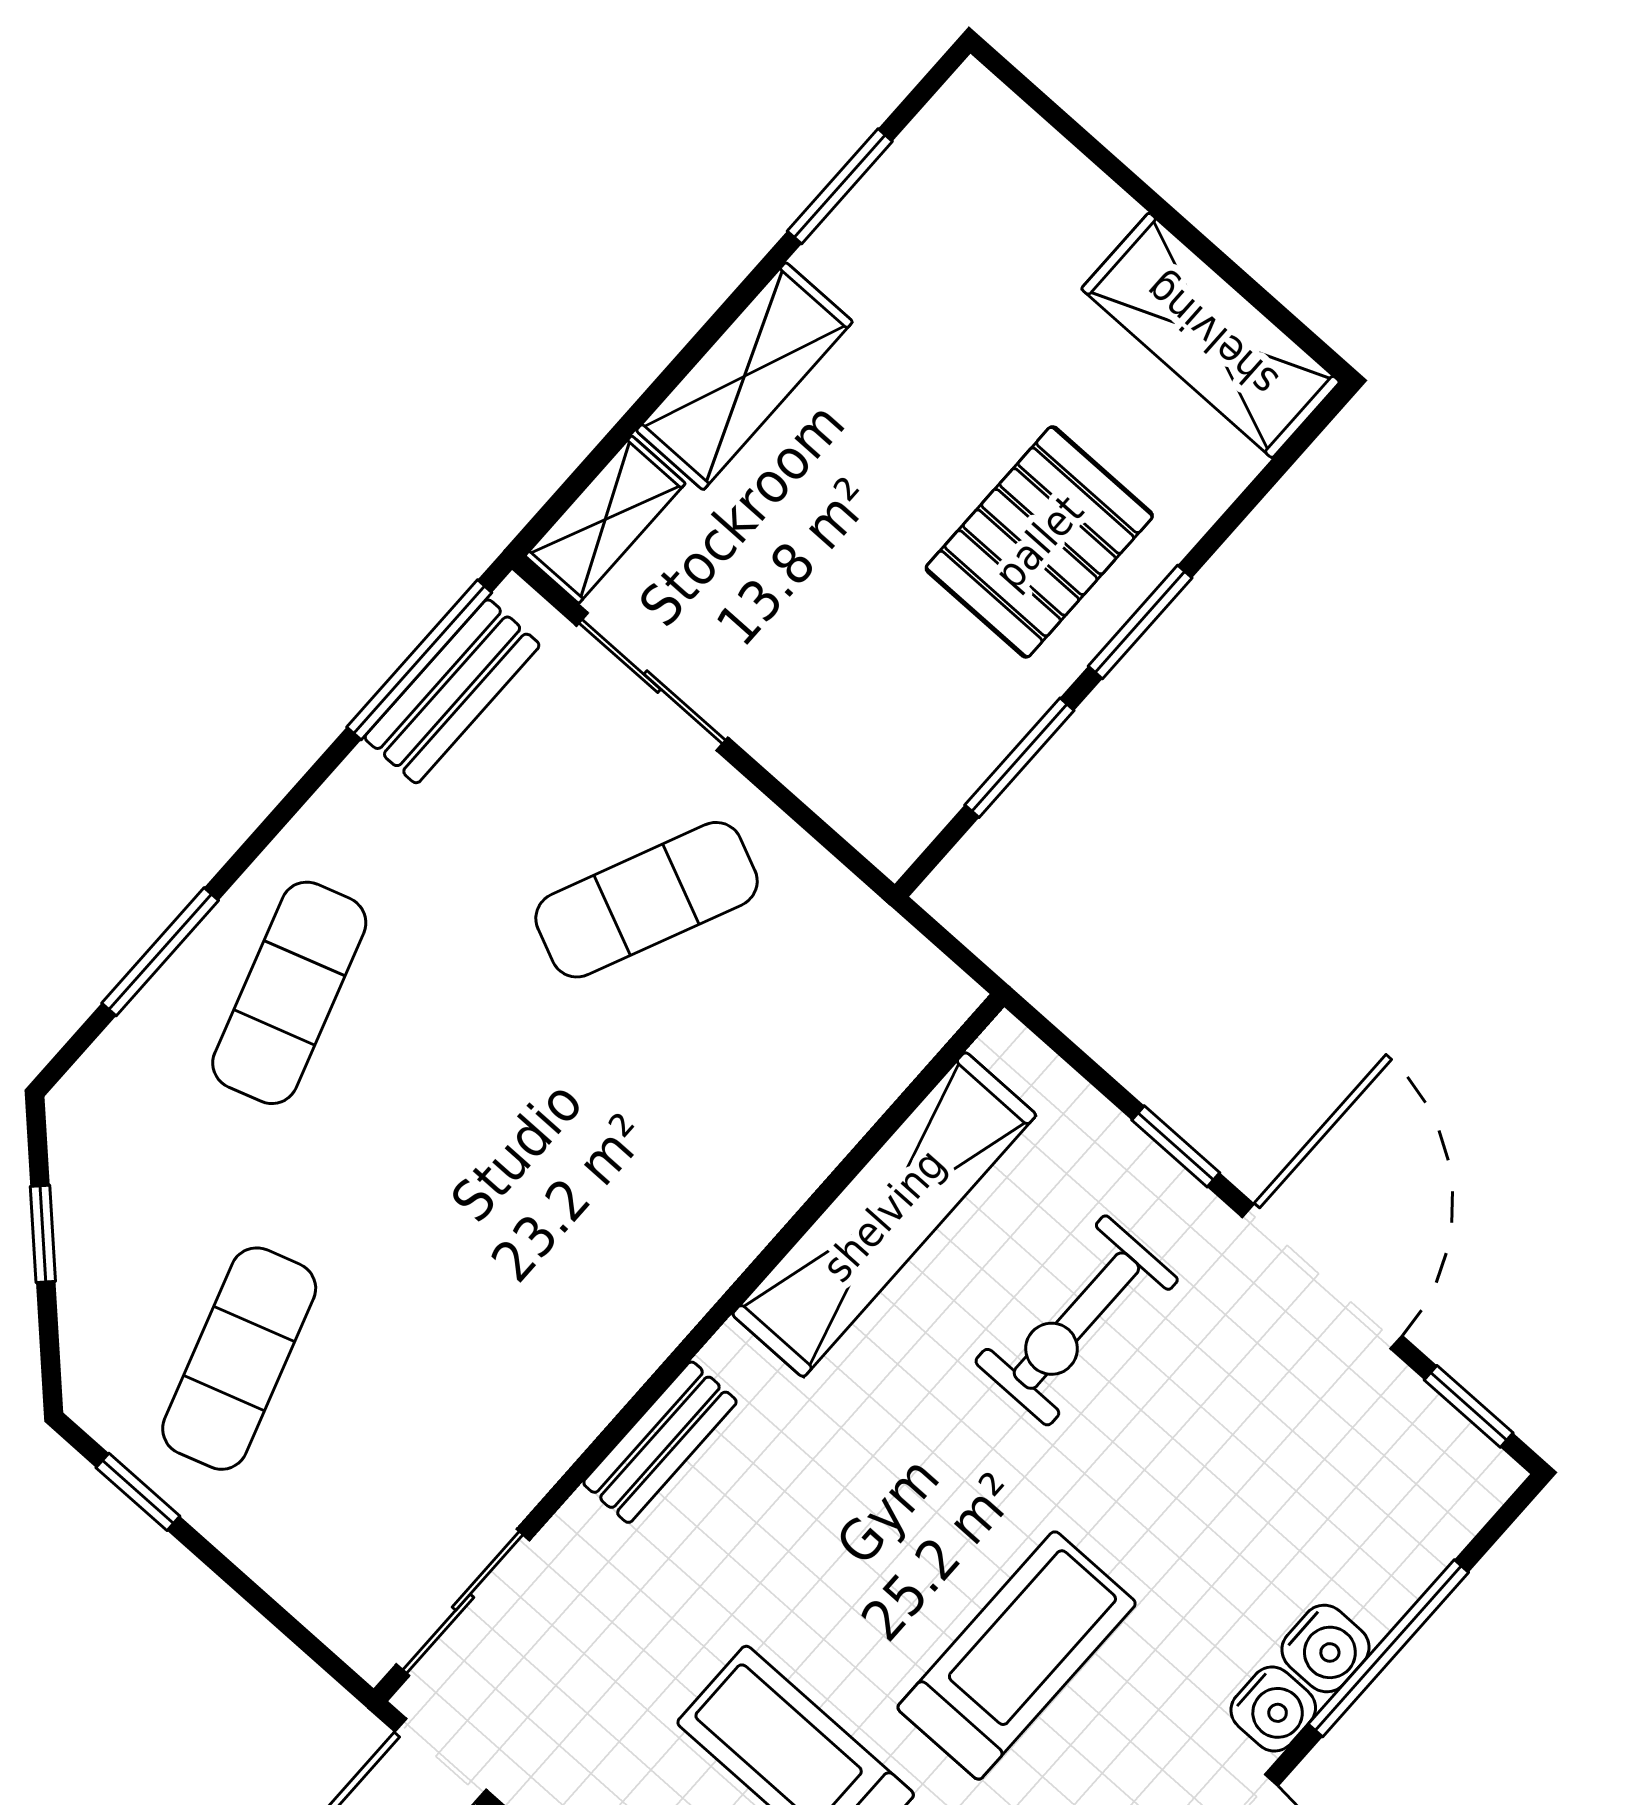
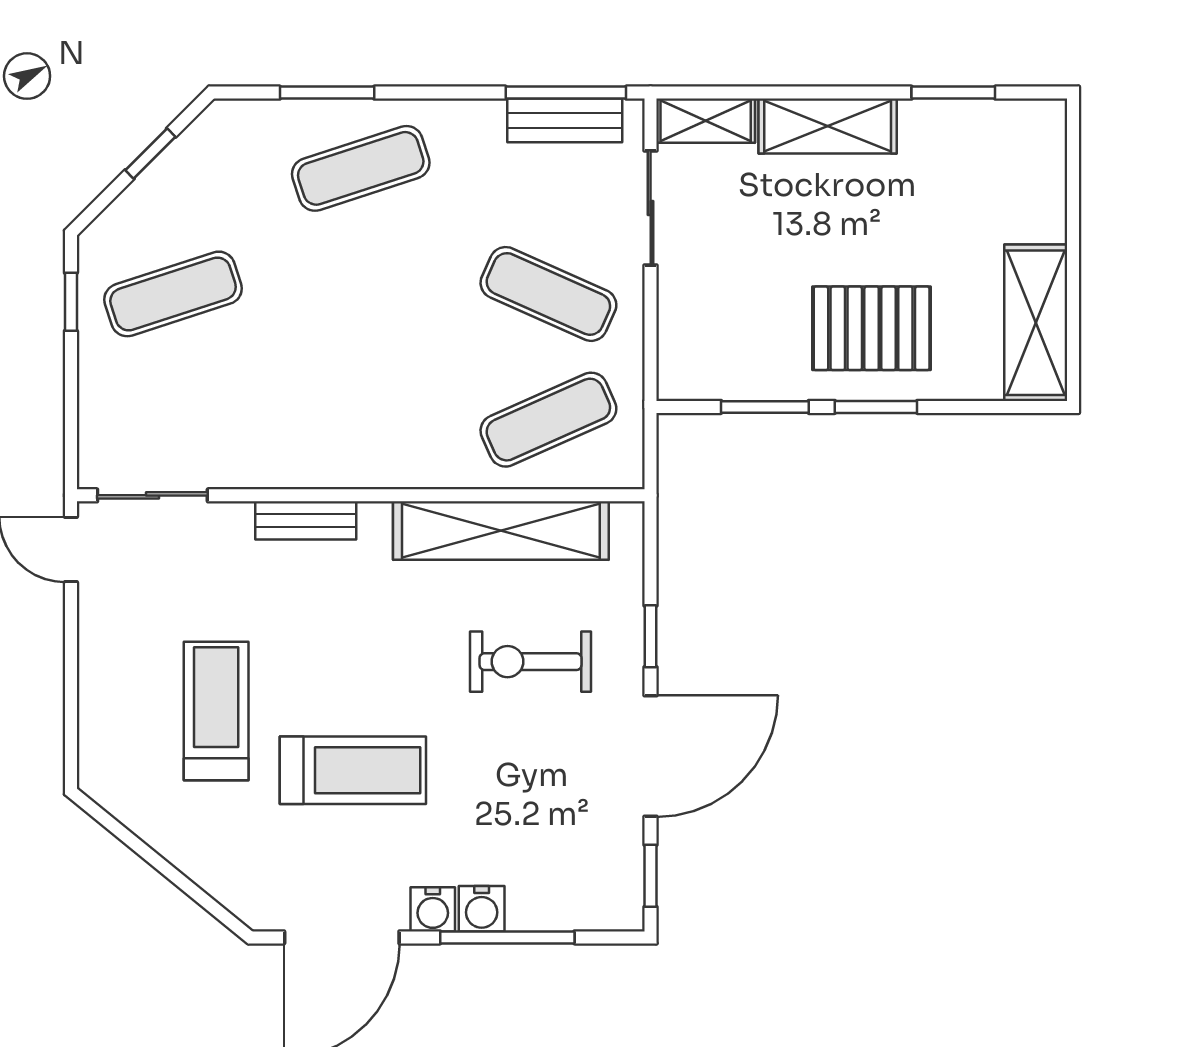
exercise mat: (800, 1036) -> (548, 420), added

